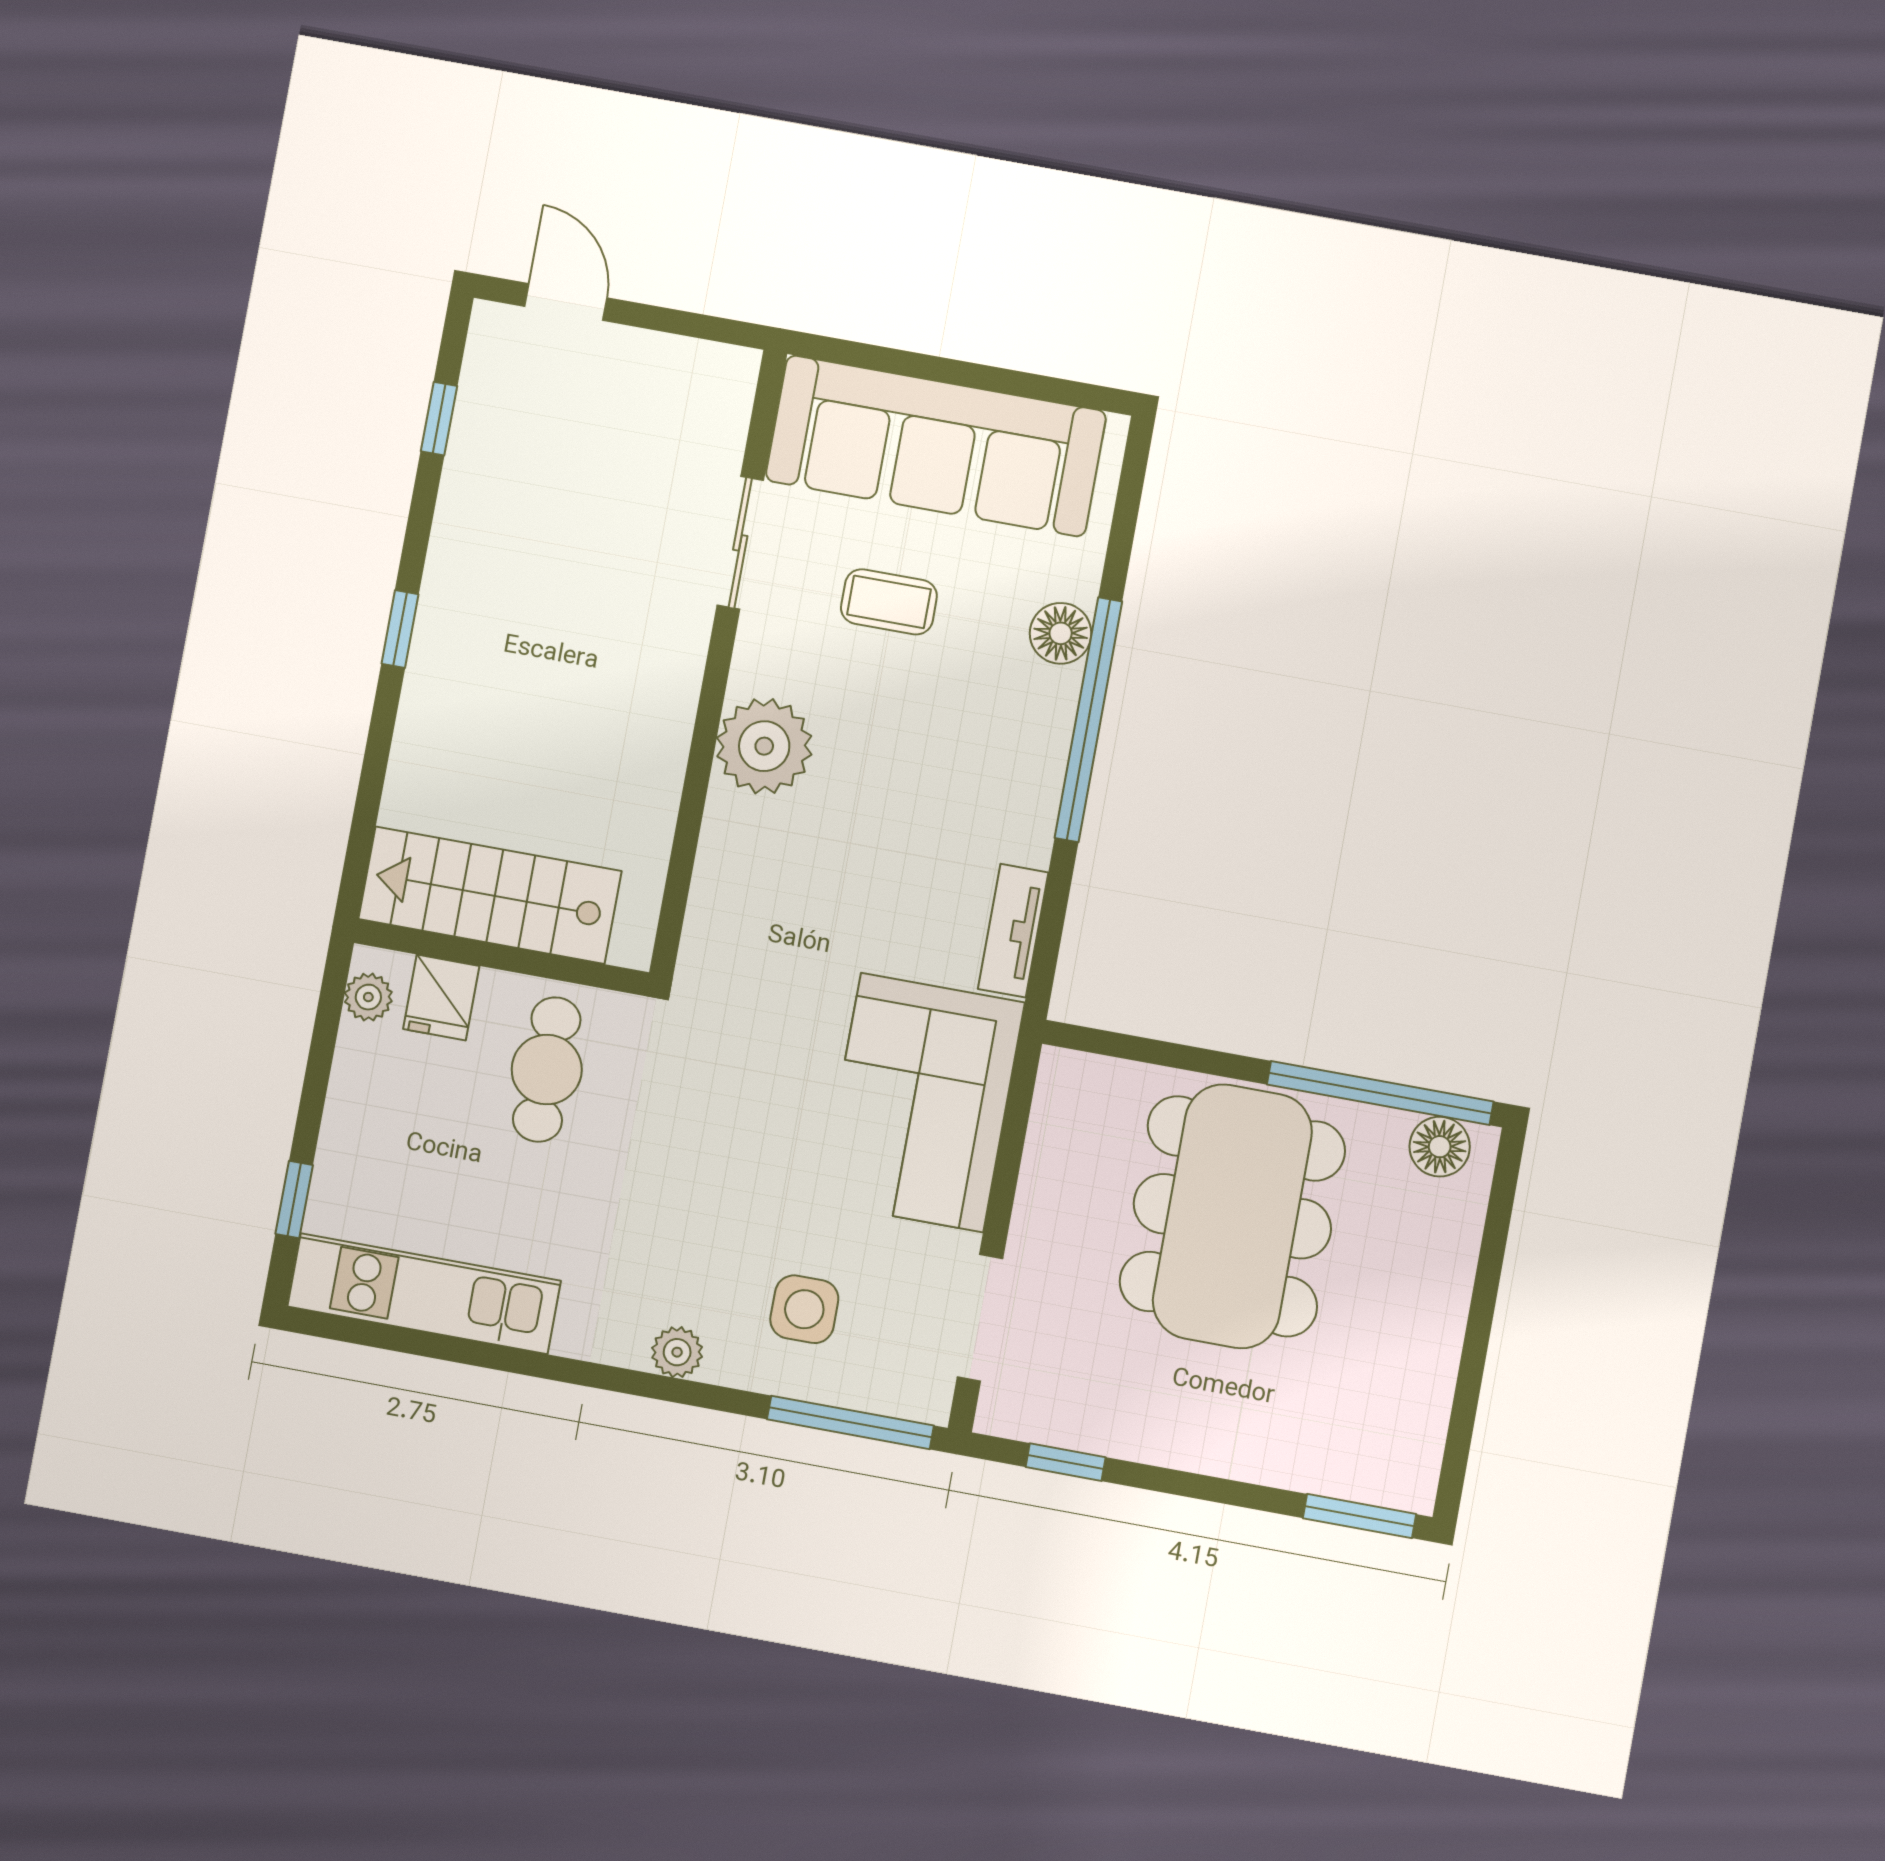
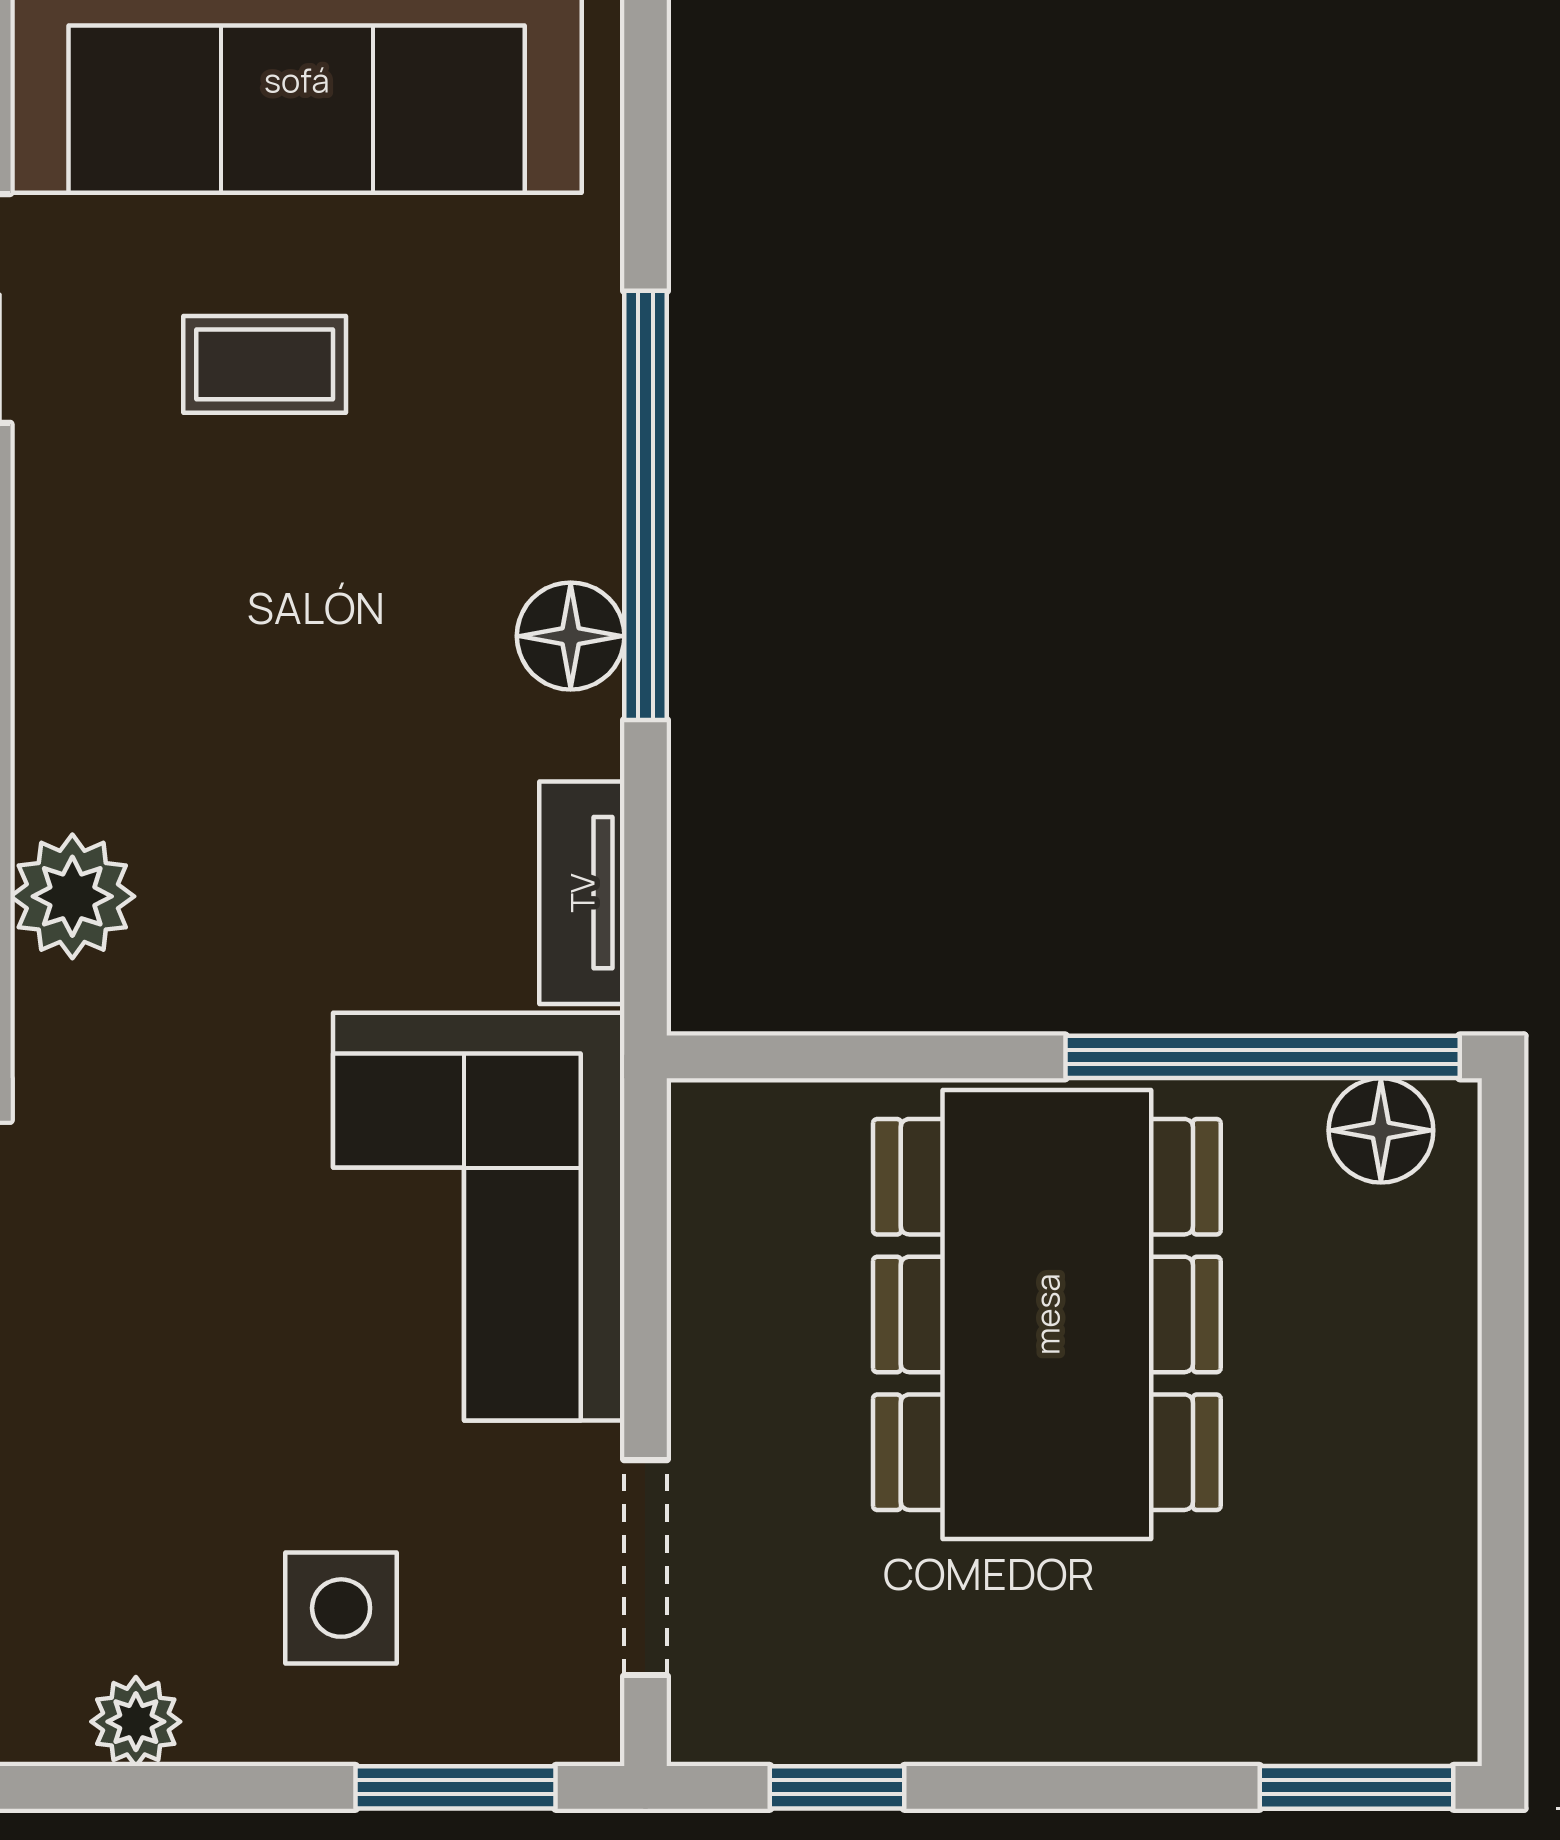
floor lamp: (1061, 633) -> (571, 636), moved
plant: (764, 746) -> (72, 896), moved, width x0.73, depth x0.73
window: (850, 1422) -> (456, 1787), width x0.69

